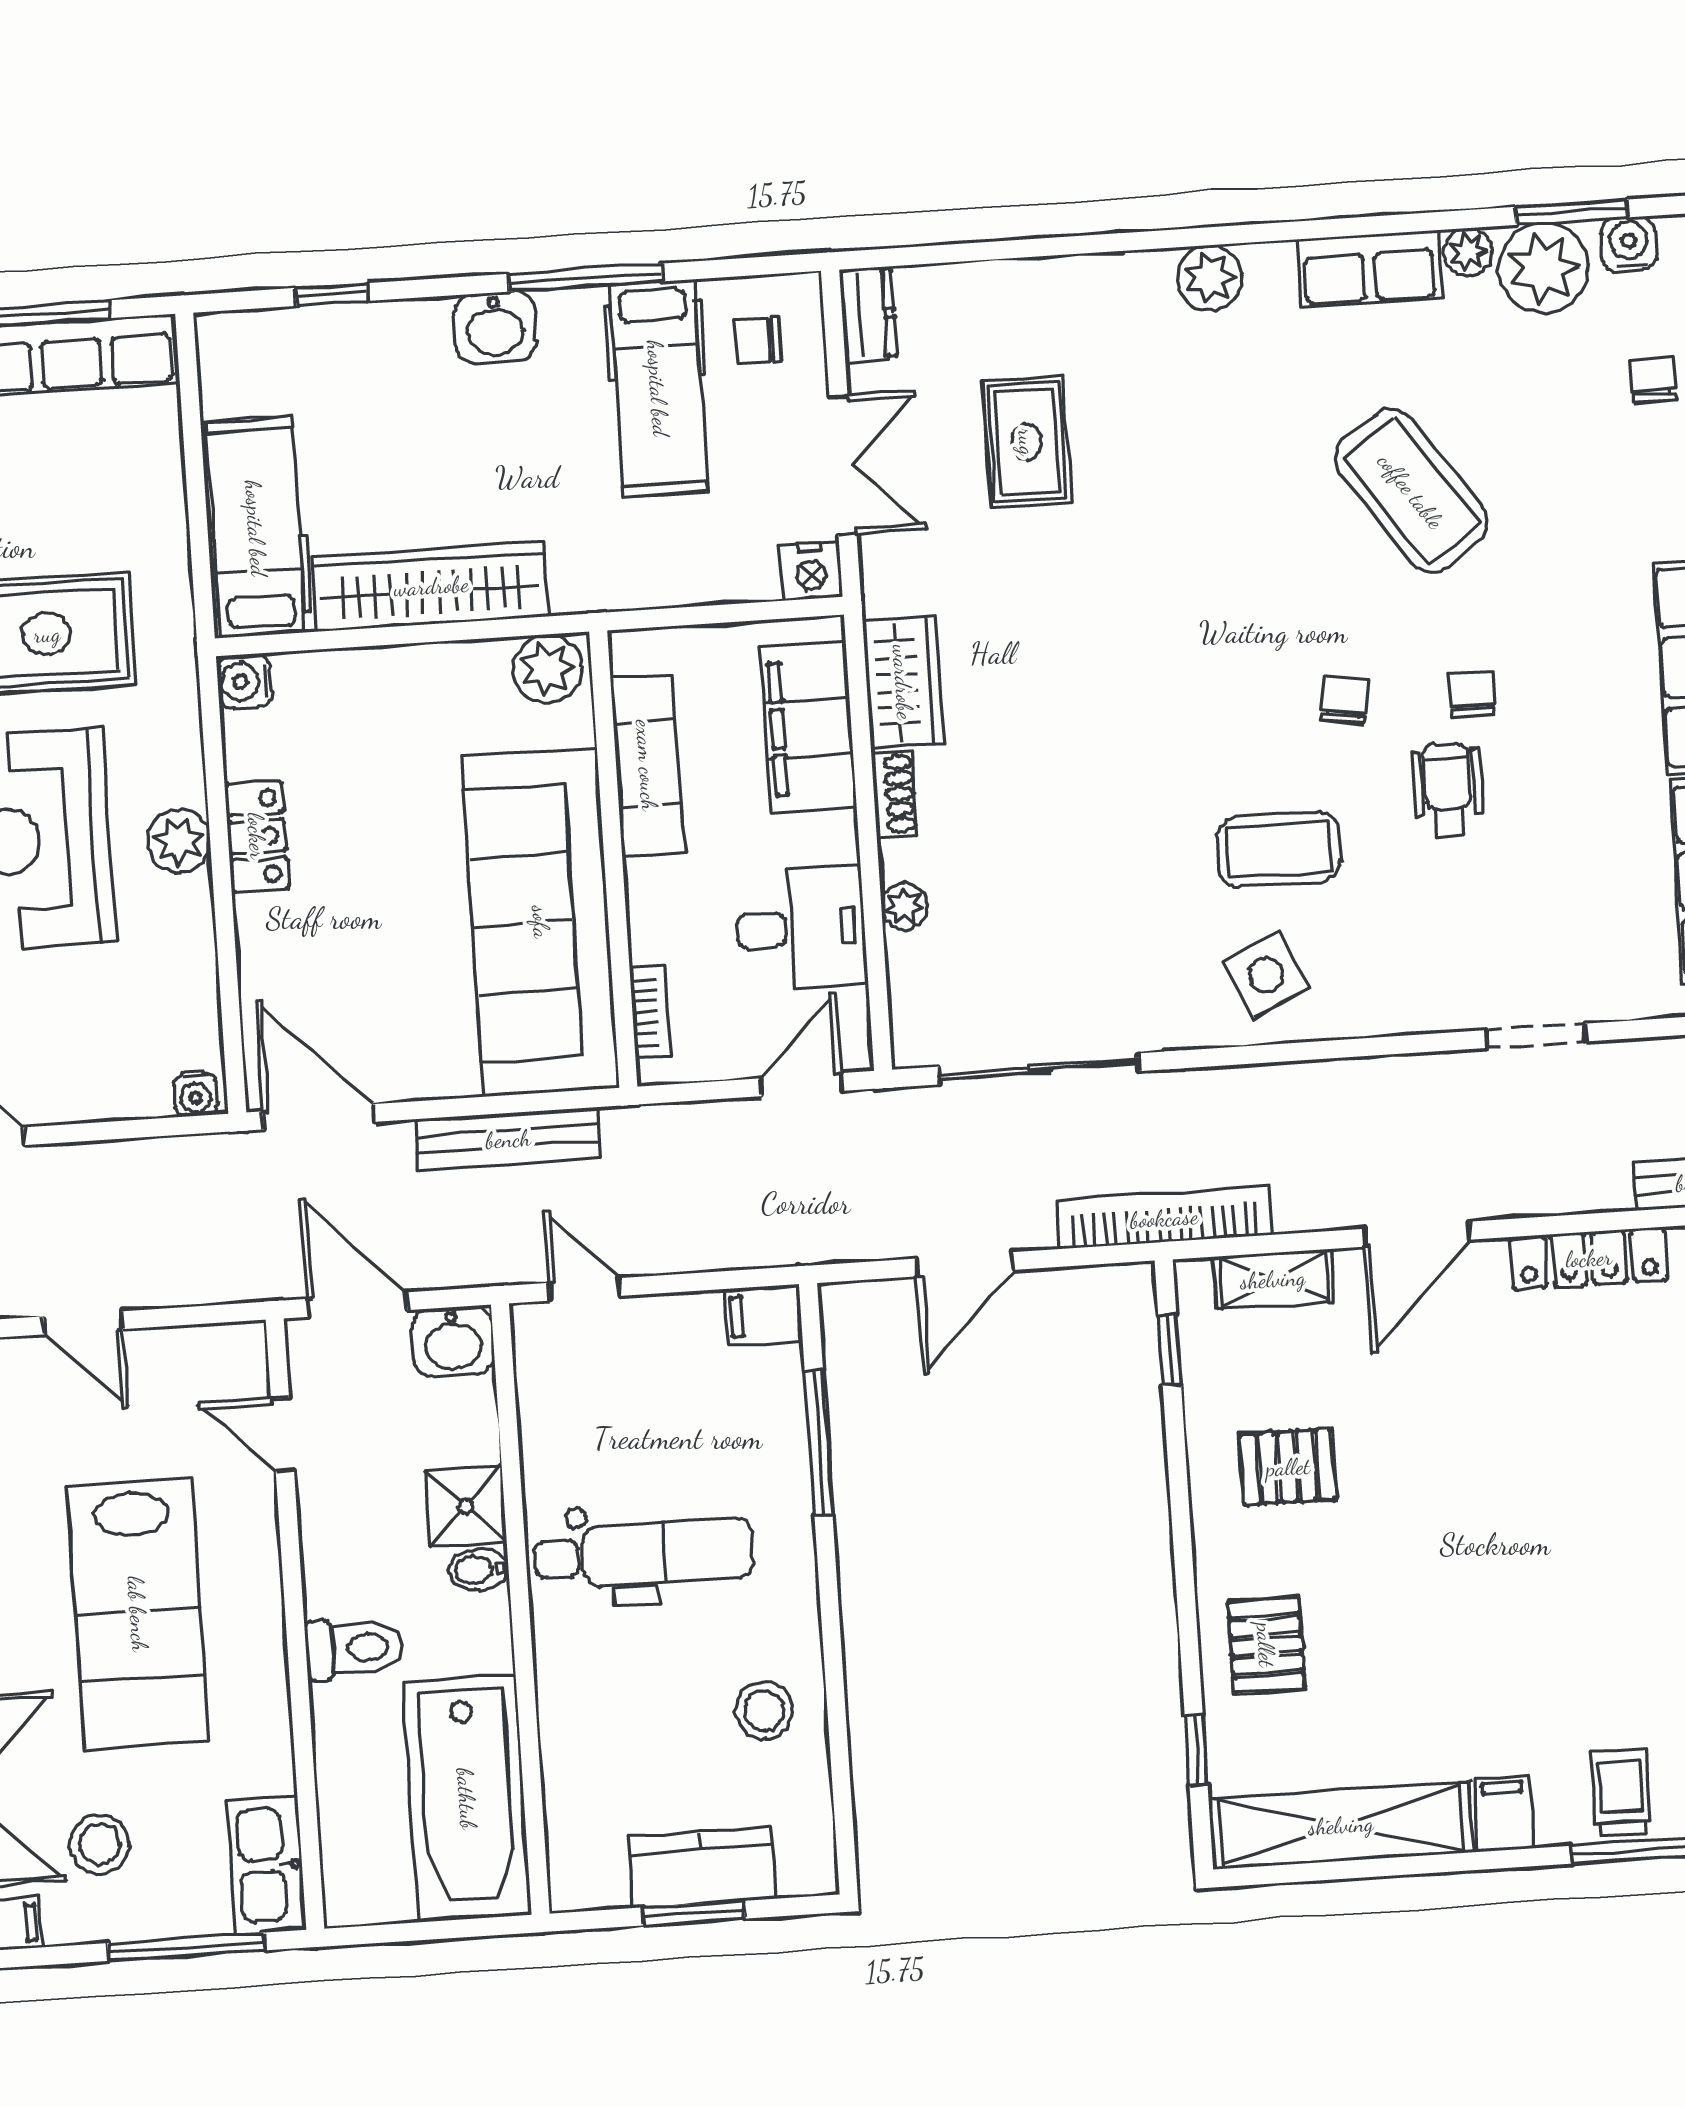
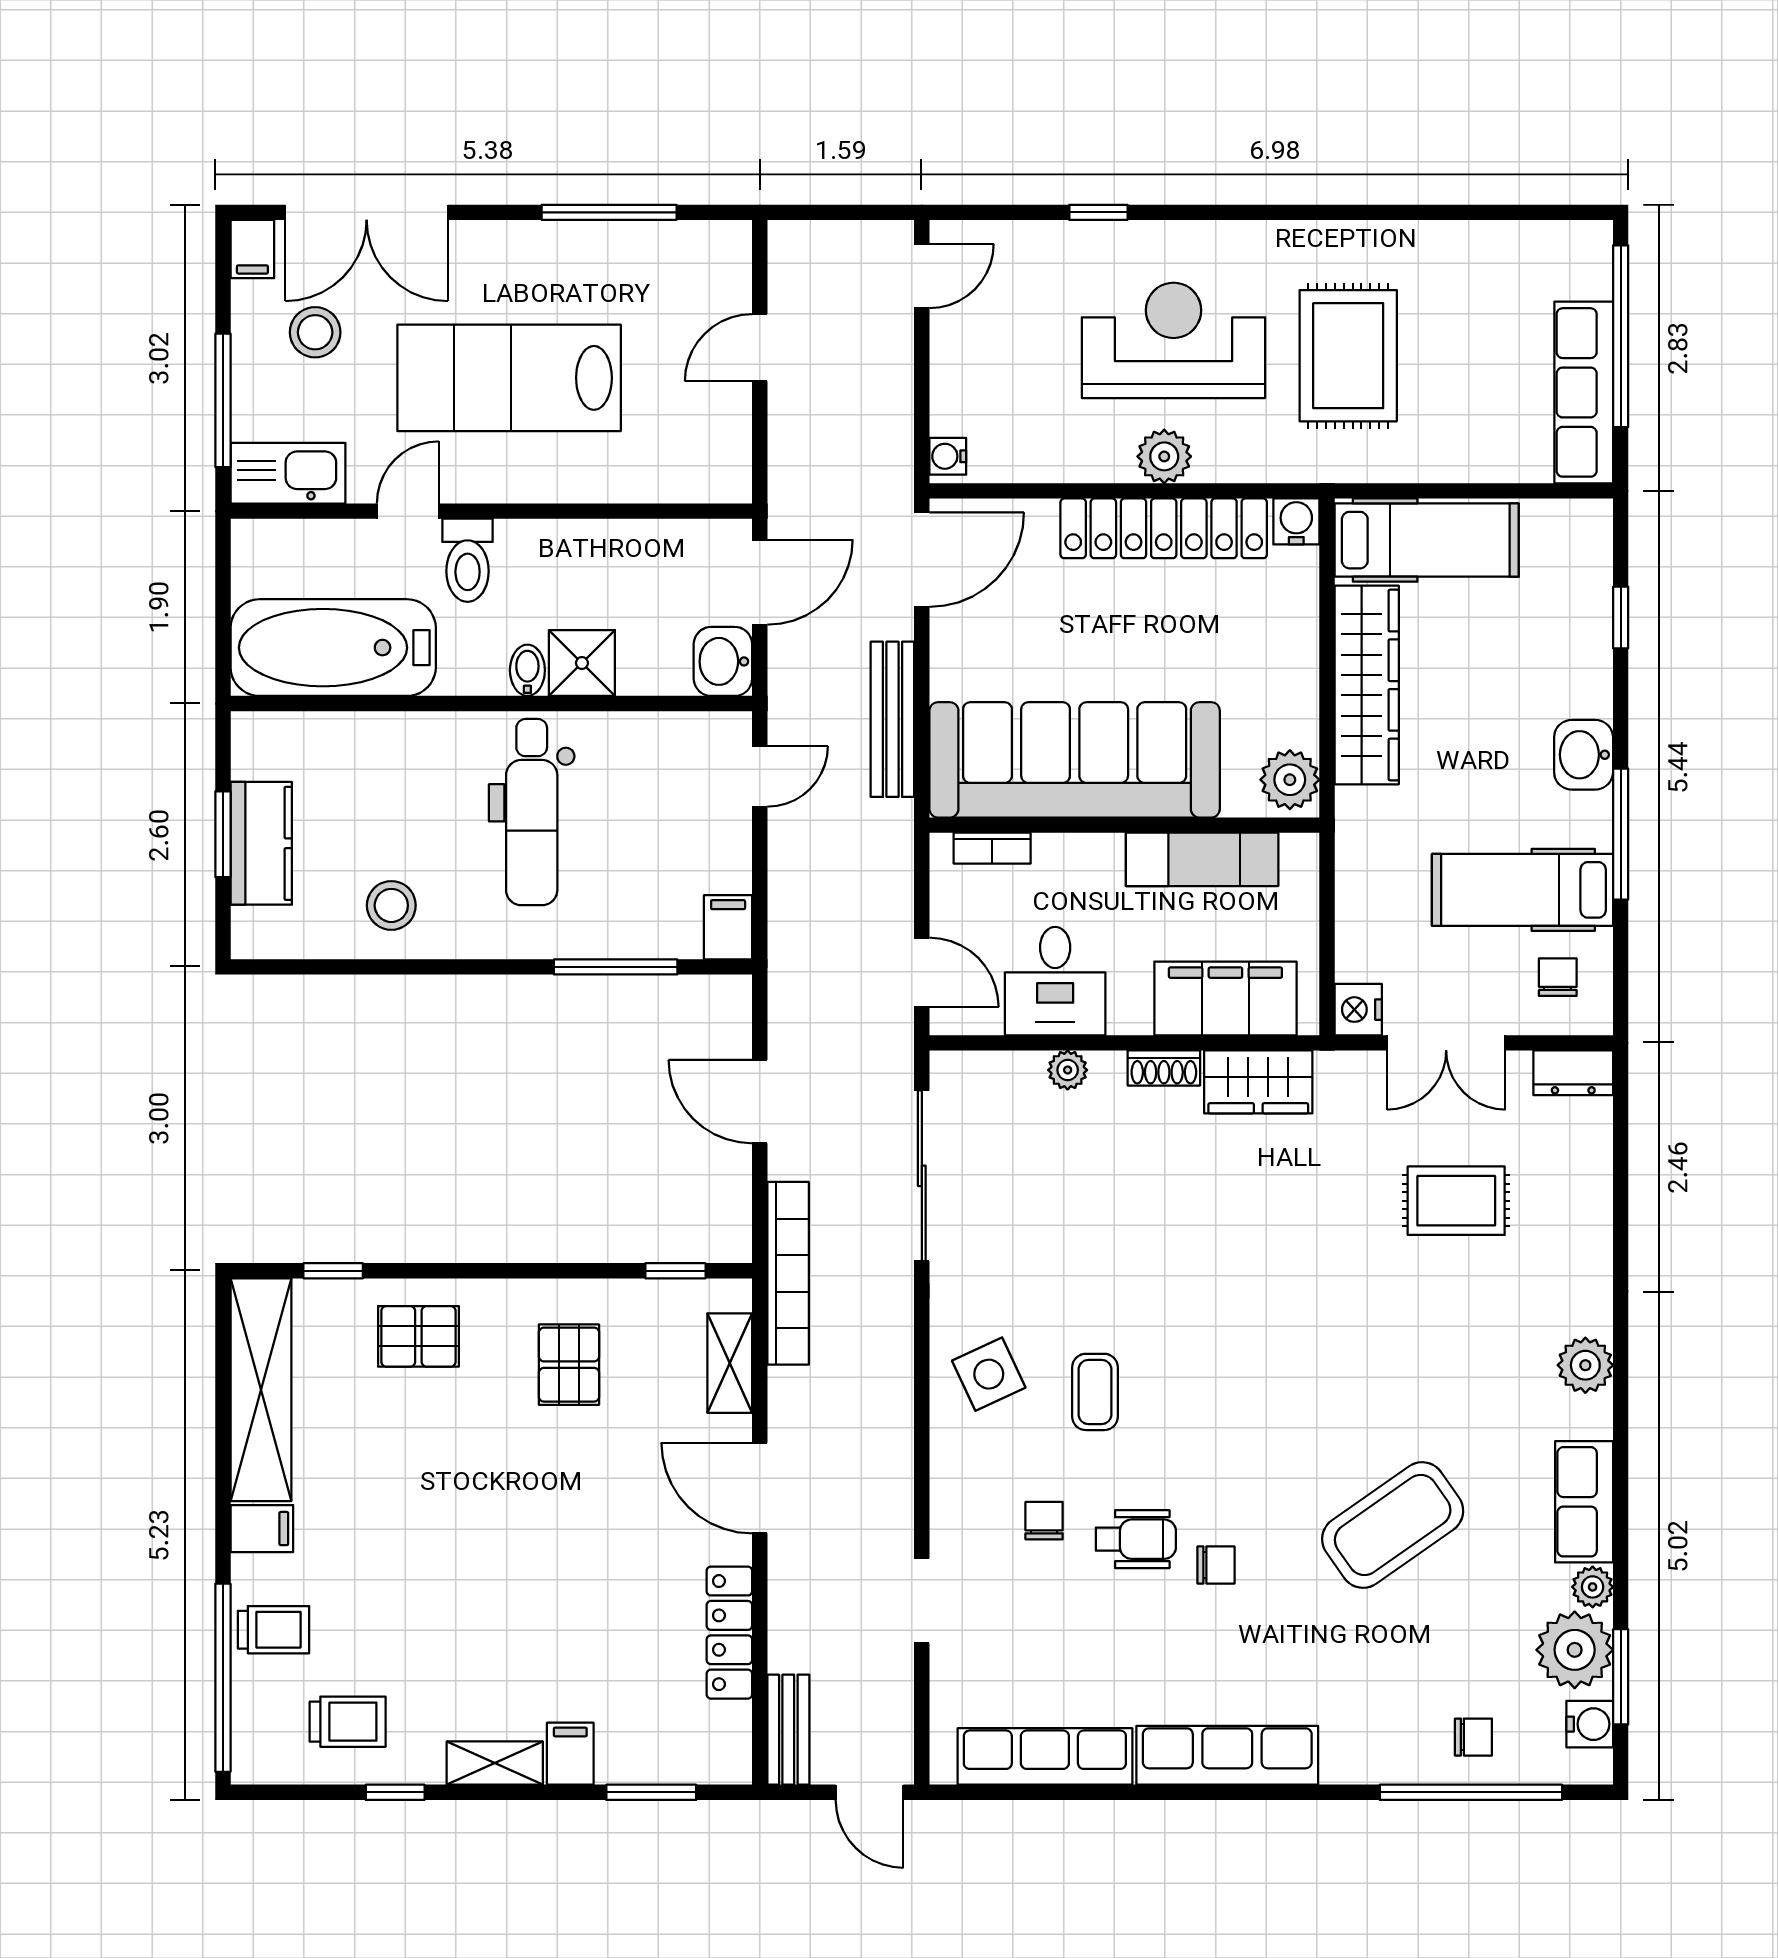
chair: (1344, 700) -> (1044, 1521), moved, turned -99
locker: (257, 836) -> (1164, 528), width x2.16, depth x1.21
coffee table: (1279, 849) -> (1095, 1392), width x0.73, depth x0.77
door: (282, 1435) -> (408, 511), moved

